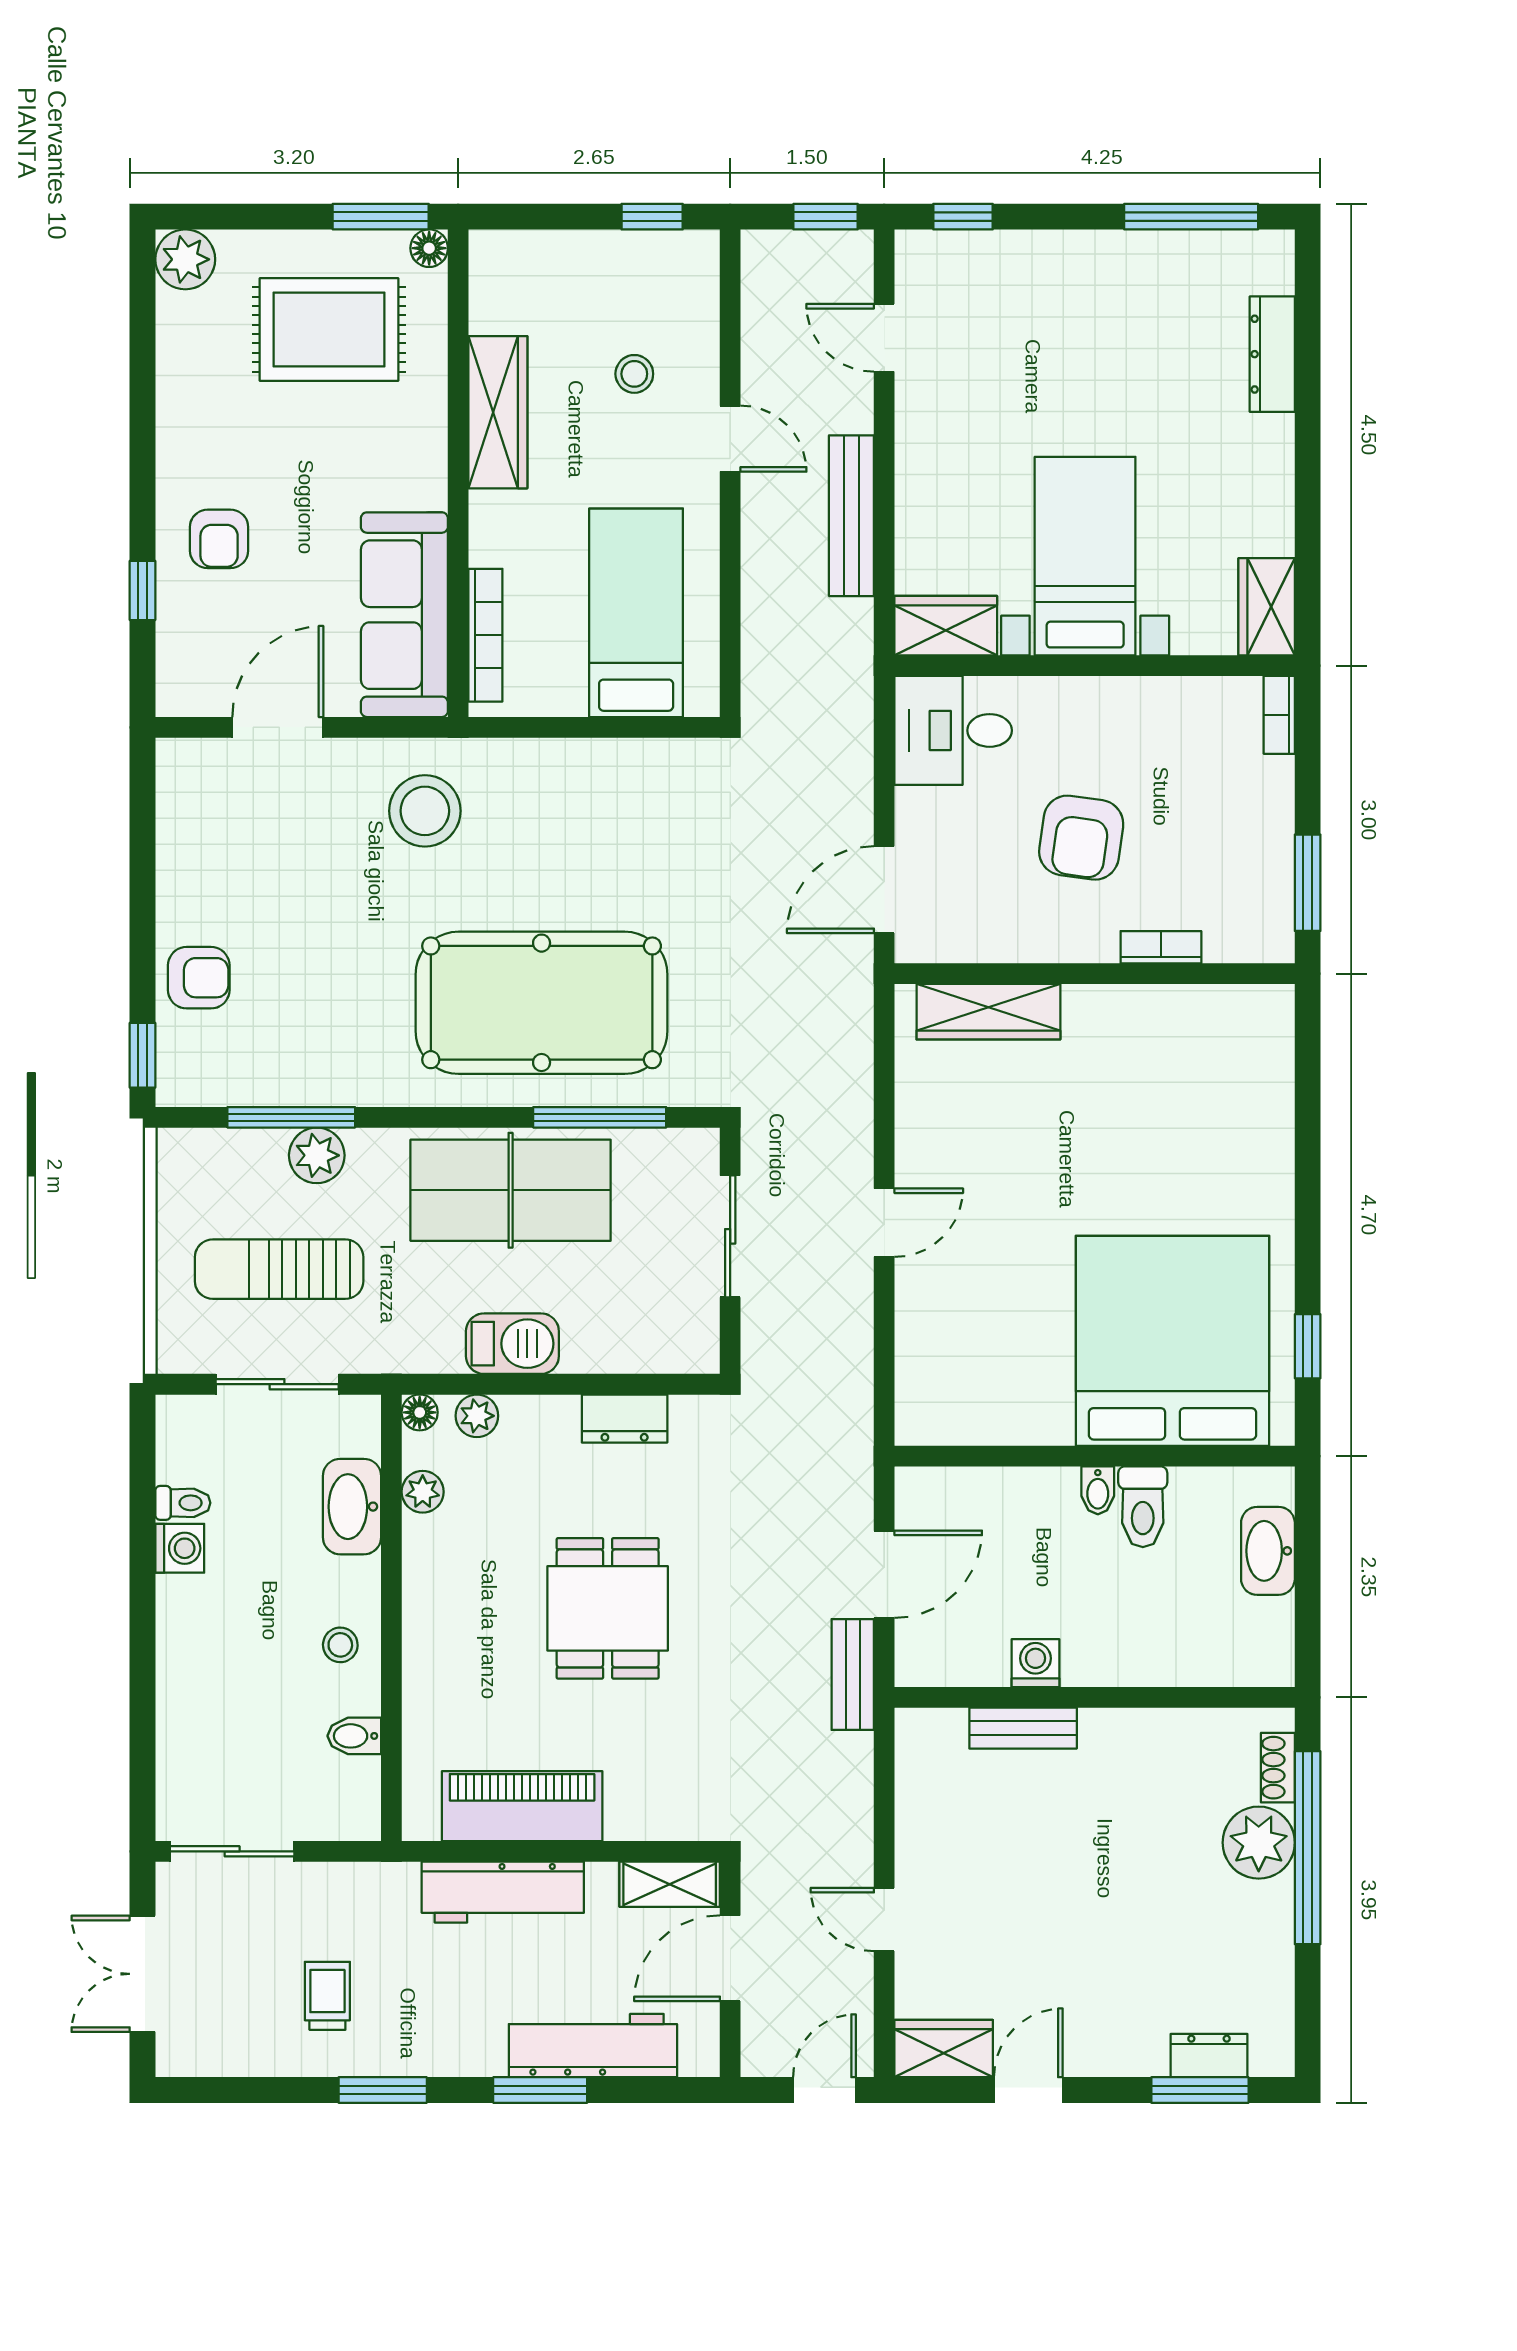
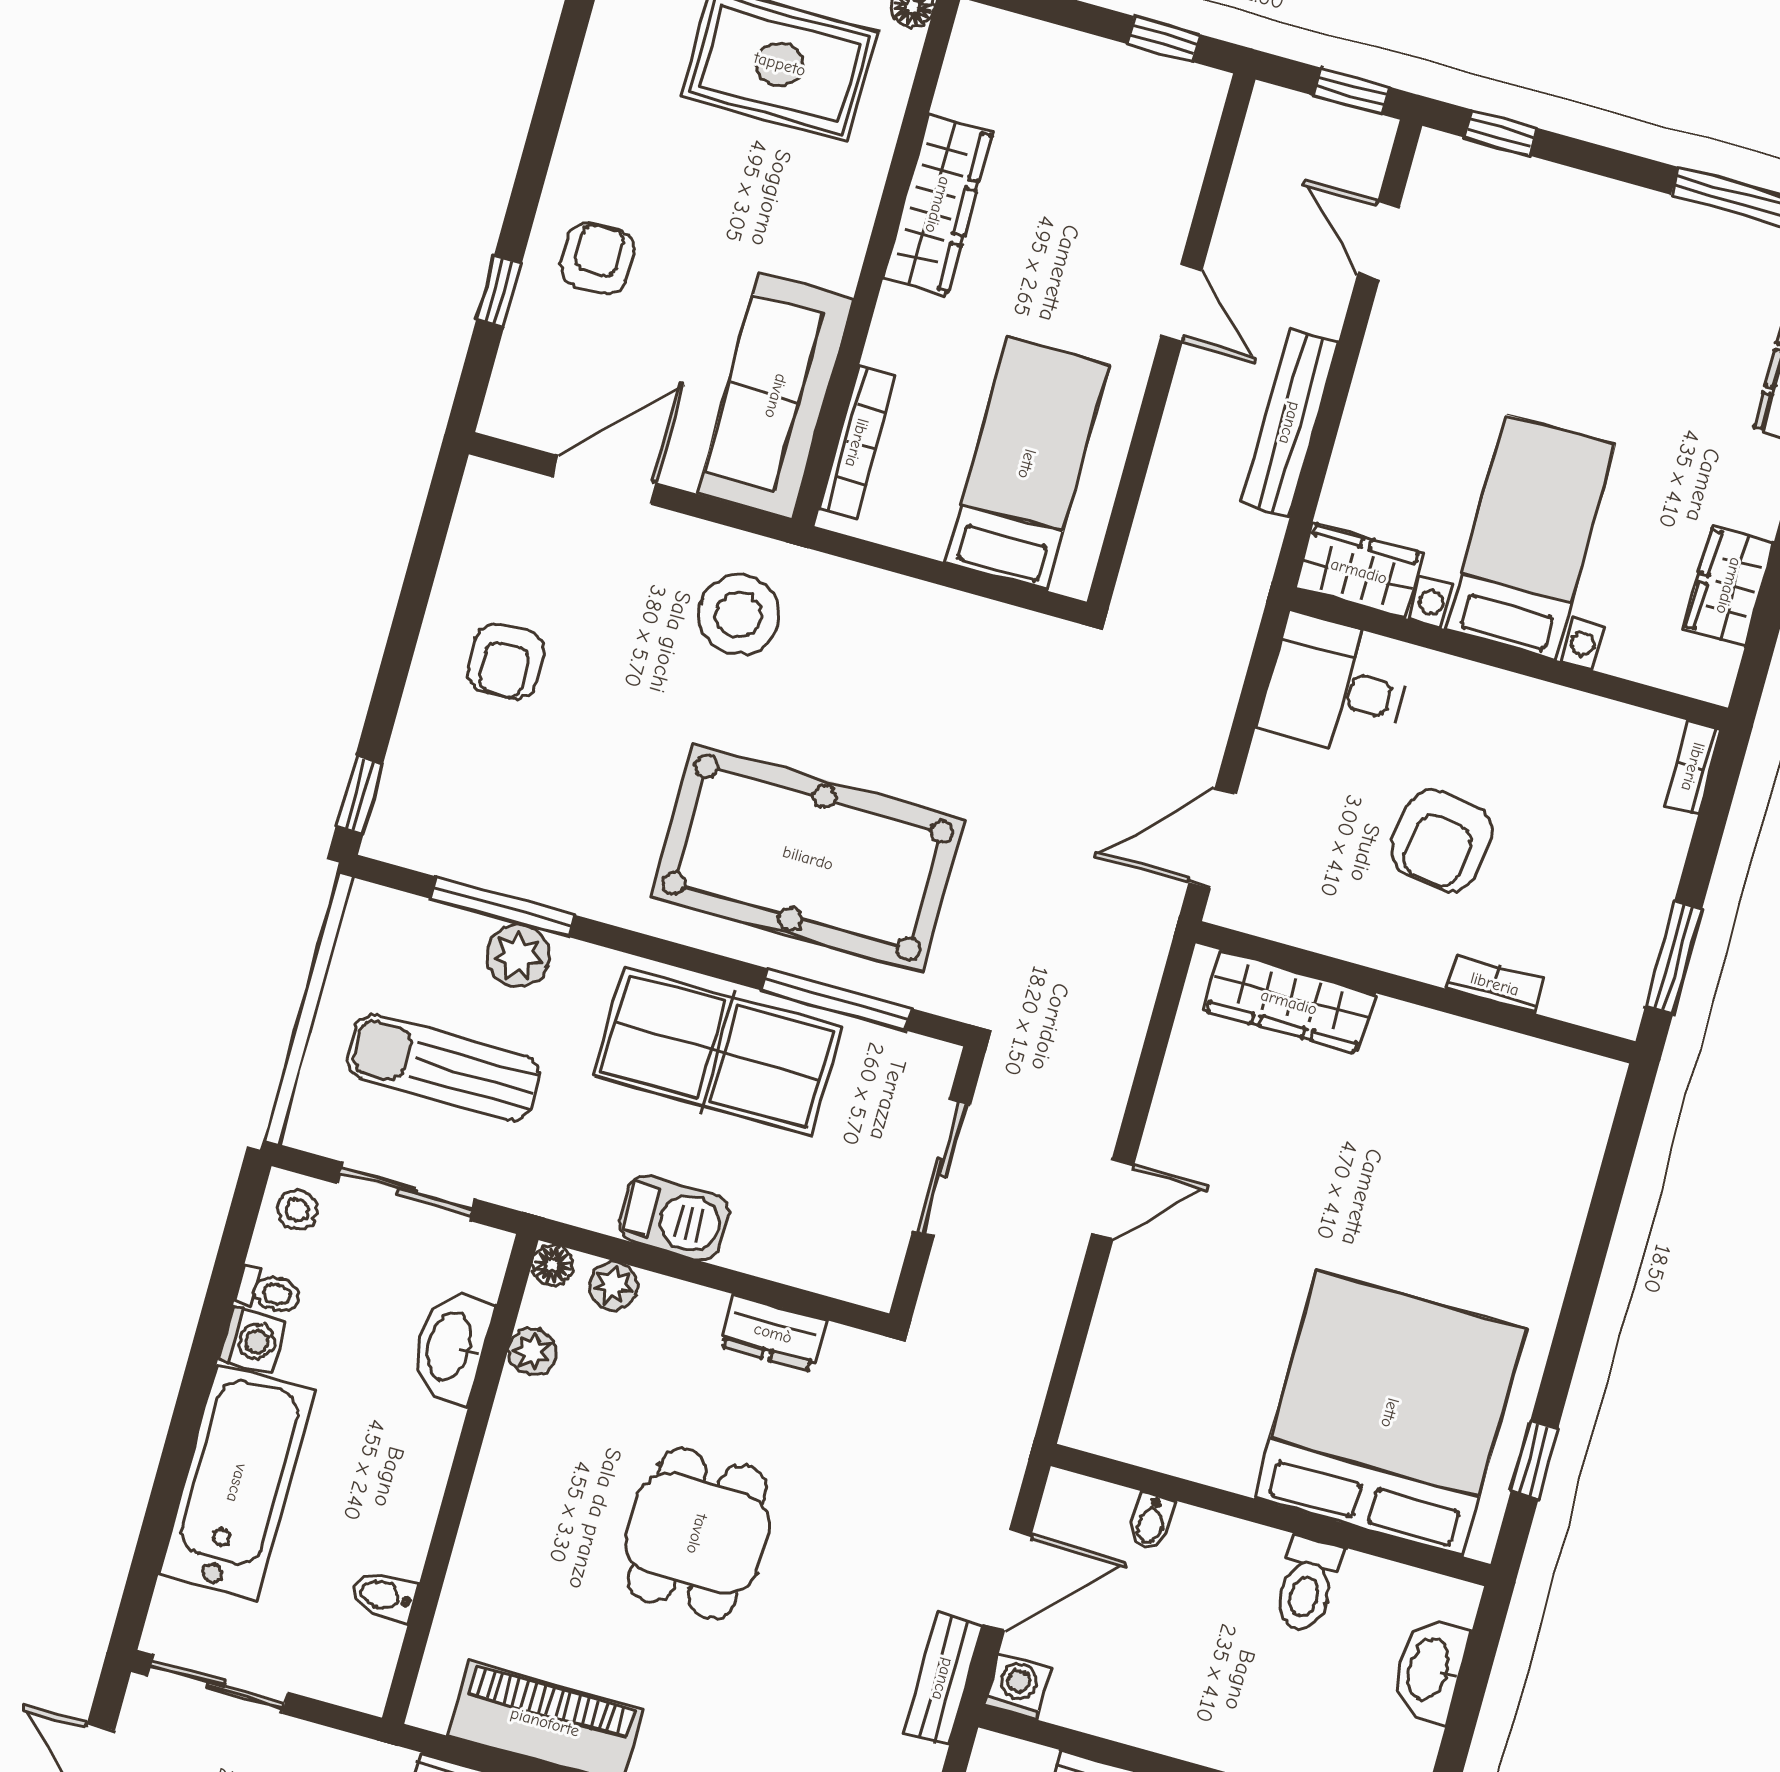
stool: (634, 374) -> (1097, 204), removed
armchair: (219, 539) -> (598, 258), turned 180
wardrobe: (1267, 607) -> (1729, 586), moved
armchair: (199, 978) -> (506, 662), moved, turned 88
bidet: (1098, 1490) -> (1151, 1522), moved
stool: (340, 1645) -> (297, 1210), moved
washing machine: (1035, 1663) -> (1017, 1686), moved
bathtub: (201, 1674) -> (237, 1483), added

